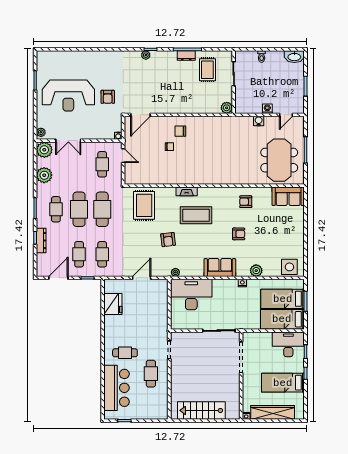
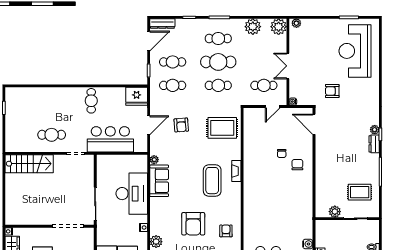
dresser: (186, 56) -> (374, 144), moved
reception desk: (68, 96) -> (355, 51), moved
plant: (227, 108) -> (335, 212), moved
double door: (68, 141) -> (288, 66), moved
cafe table: (102, 209) -> (218, 85), width x0.73, depth x0.74
armchair: (239, 234) -> (193, 224), width x1.88, depth x1.88
armchair: (168, 240) -> (181, 125), moved, turned -87
dresser: (41, 241) -> (162, 24), moved
sofa: (220, 268) -> (159, 181), moved
door: (58, 278) -> (149, 41), hinge flipped
door: (142, 278) -> (149, 125), hinge flipped
desk: (191, 295) -> (132, 194), moved
fridge: (113, 304) -> (137, 96), moved
cafe table: (125, 353) -> (91, 101), moved
bar counter: (117, 388) -> (110, 139), moved, turned 180
stairs: (201, 410) -> (29, 164), moved, turned 90

